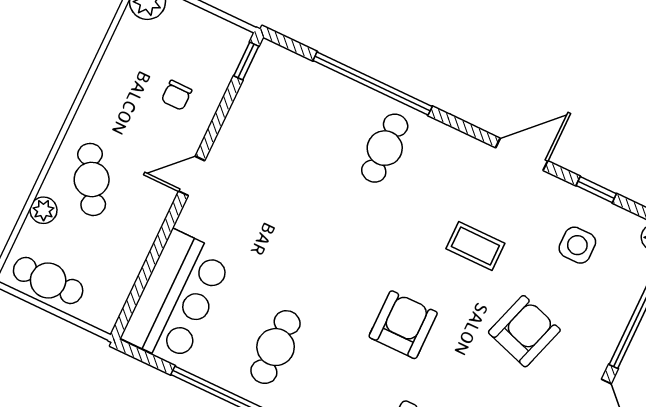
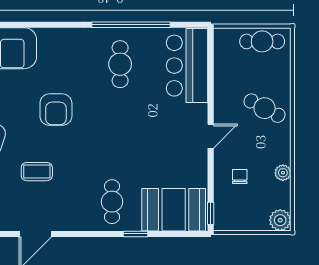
window: (373, 83) -> (135, 234), width x0.32
booth: (299, 93) -> (174, 210), added
cafe table: (92, 179) -> (265, 108), turned -33
plant: (43, 210) -> (283, 173), moved

